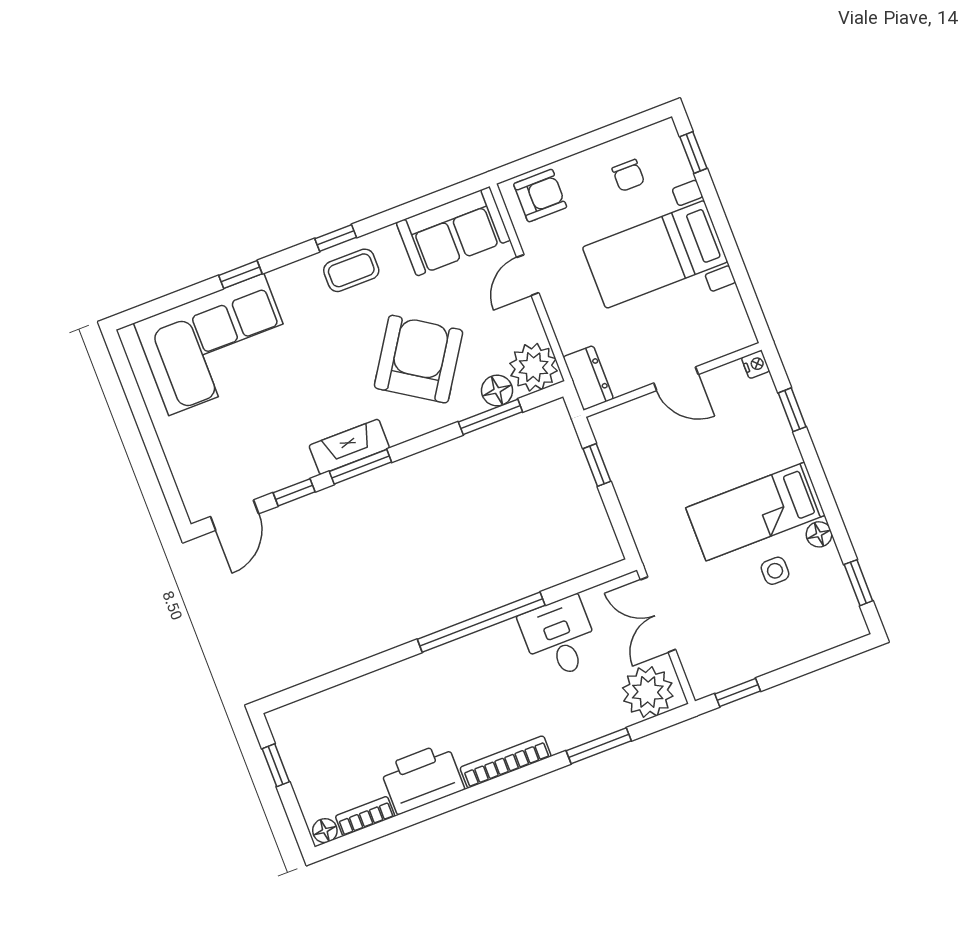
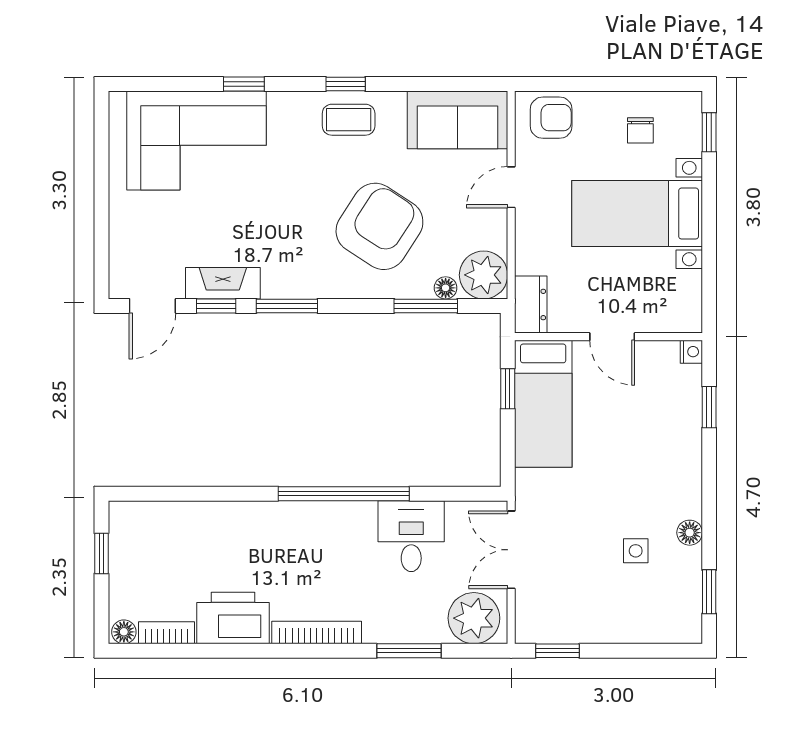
floor lamp: (497, 391) -> (446, 288), width x0.73, depth x0.73
fireplace: (349, 447) -> (223, 283), moved
bed: (755, 511) -> (543, 404), moved, turned -90

